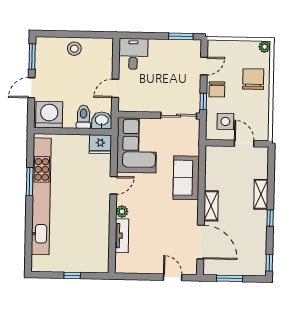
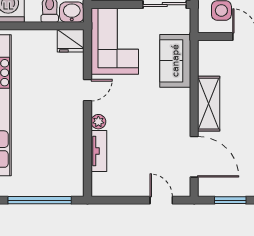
sofa: (186, 178) -> (175, 61), moved
shelving: (211, 206) -> (209, 104), width x1.50, depth x1.33
window: (72, 275) -> (40, 200), width x3.17

